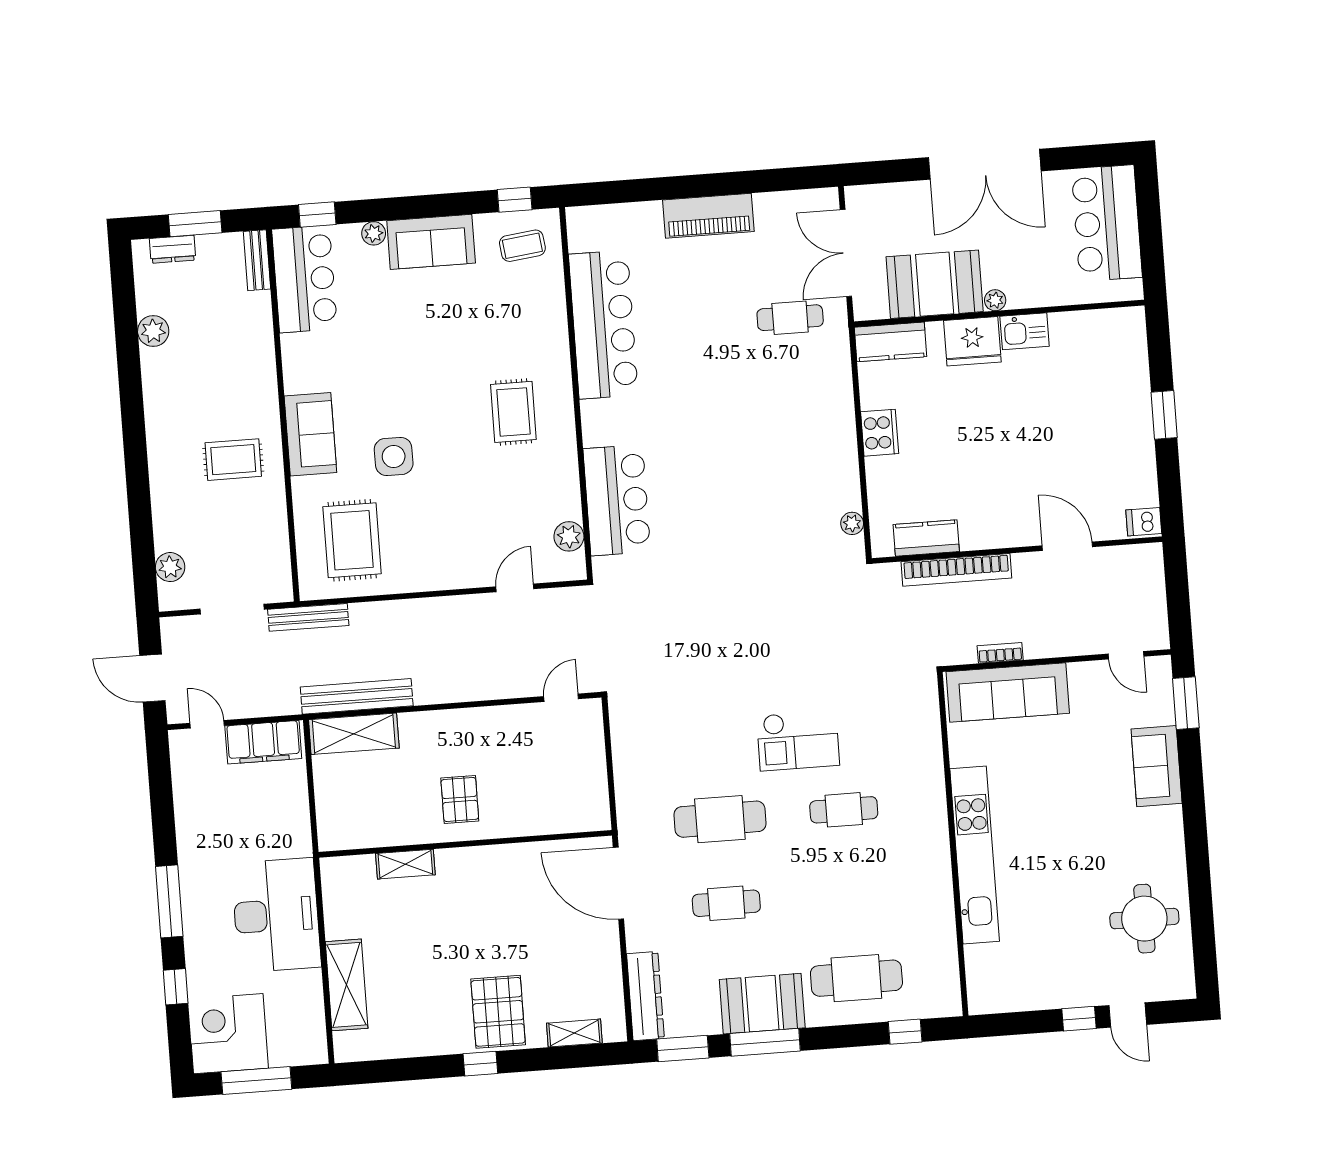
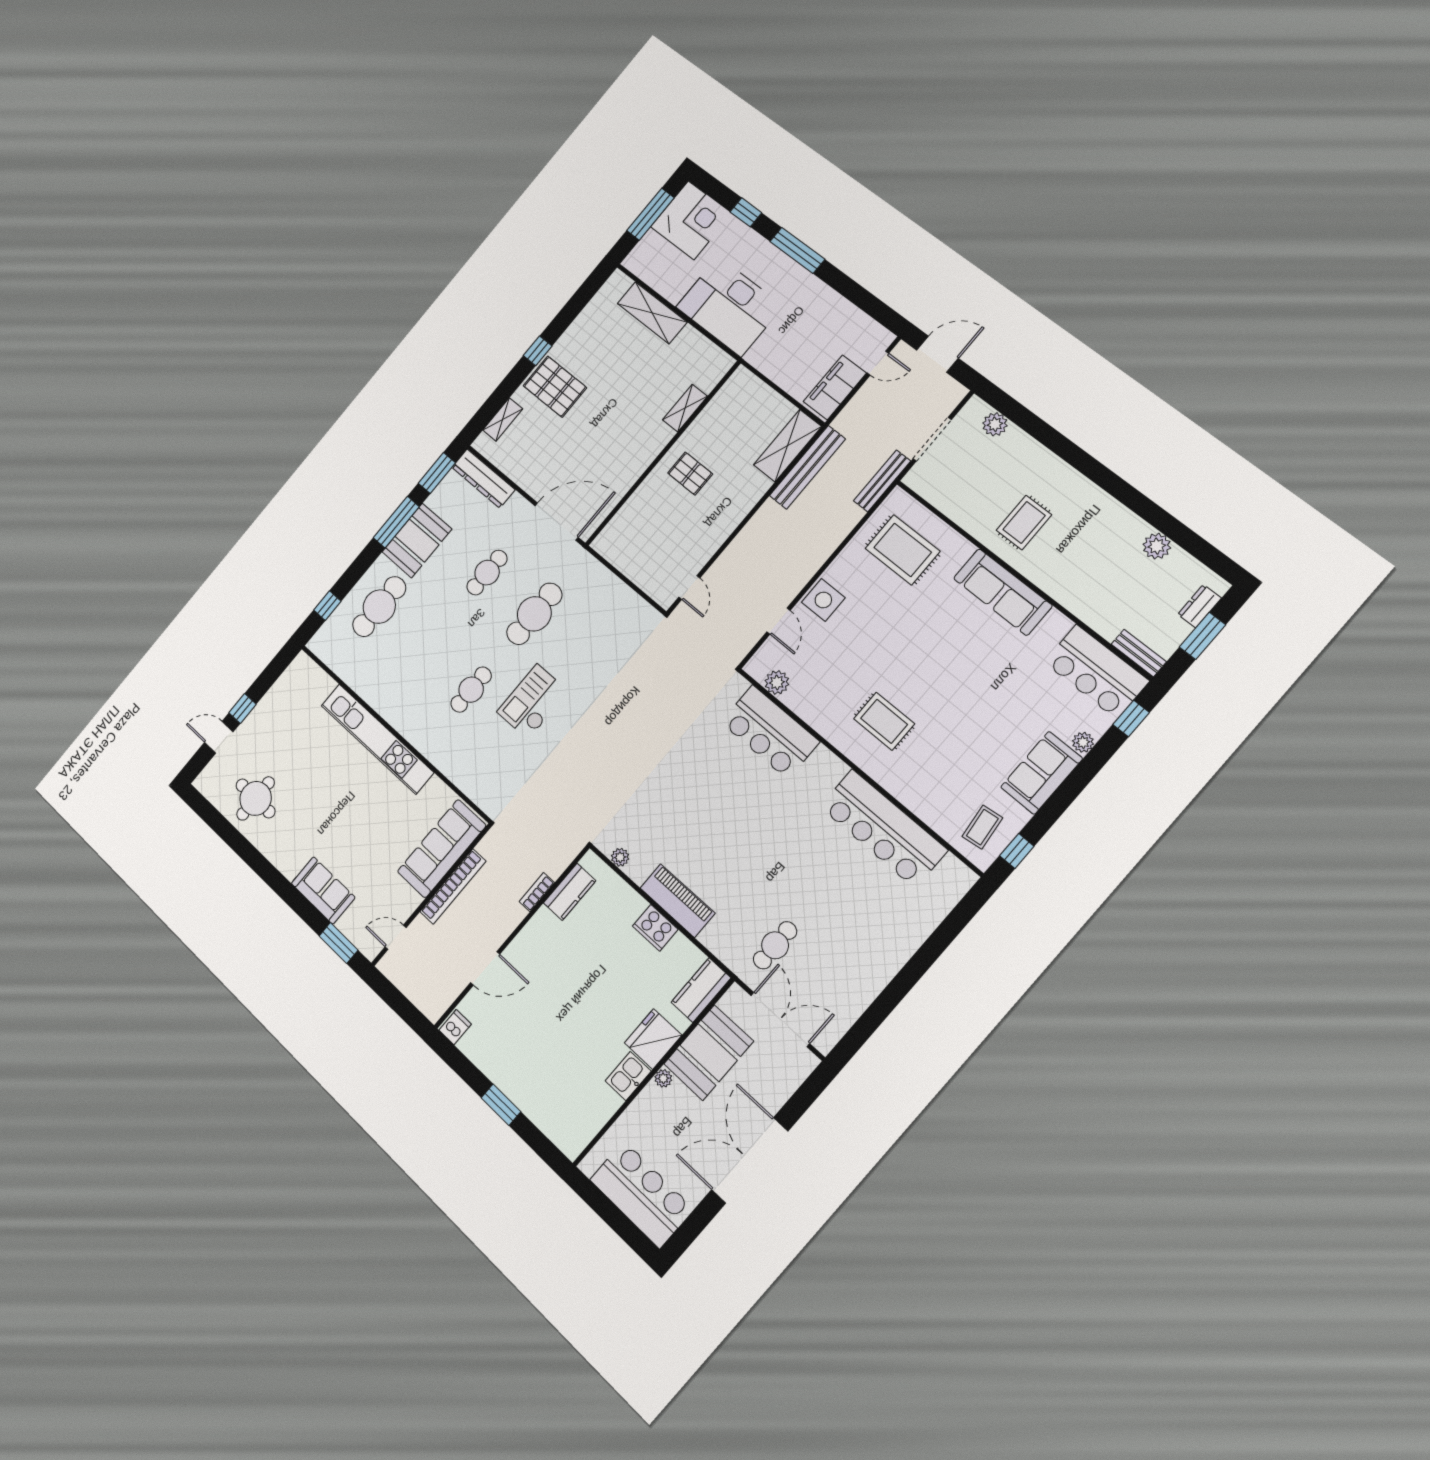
piano: (708, 216) -> (677, 901), moved, turned 90
sofa: (310, 434) -> (1003, 592), width x1.36
side table: (394, 456) -> (823, 600), moved
bookcase: (956, 570) -> (537, 892), width x0.43, depth x0.76
bookcase: (1000, 653) -> (453, 886), width x2.31, depth x1.31

